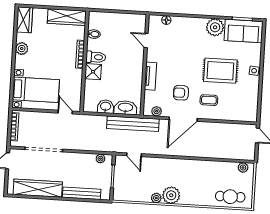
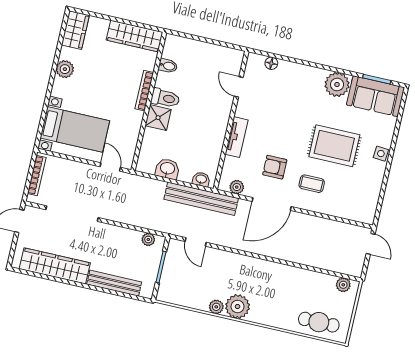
washbasin: (125, 108) -> (201, 179), width x0.52, depth x0.69

